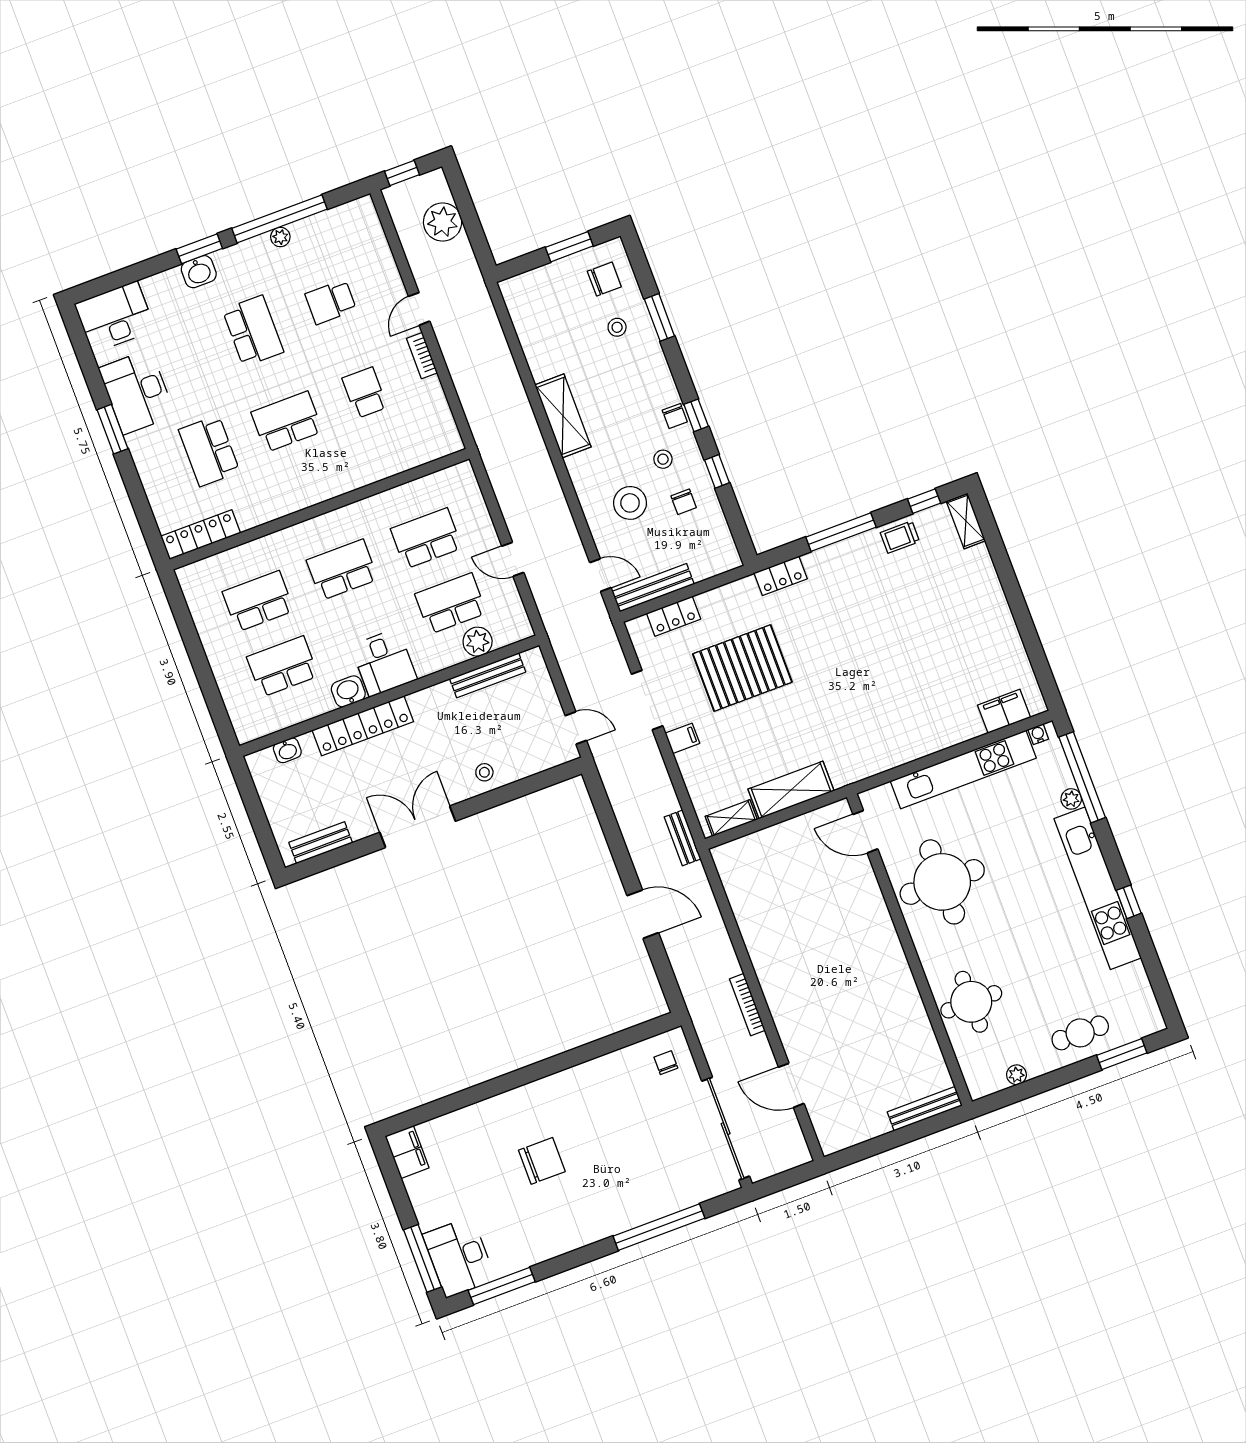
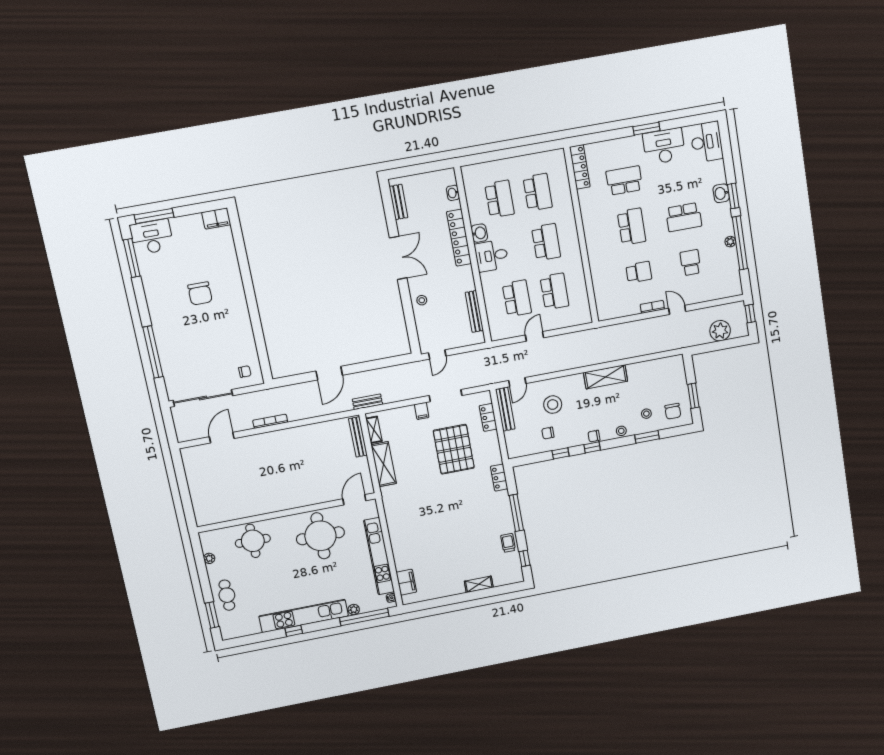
stool: (663, 459) -> (621, 431), moved
shelving: (966, 521) -> (479, 584), moved
plant: (478, 642) -> (494, 309), removed
bench: (925, 1109) -> (358, 437), moved

